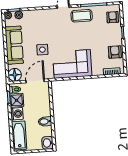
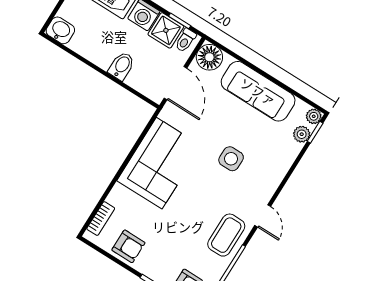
side table: (42, 50) -> (231, 159), moved
bidet: (45, 121) -> (122, 66), moved

